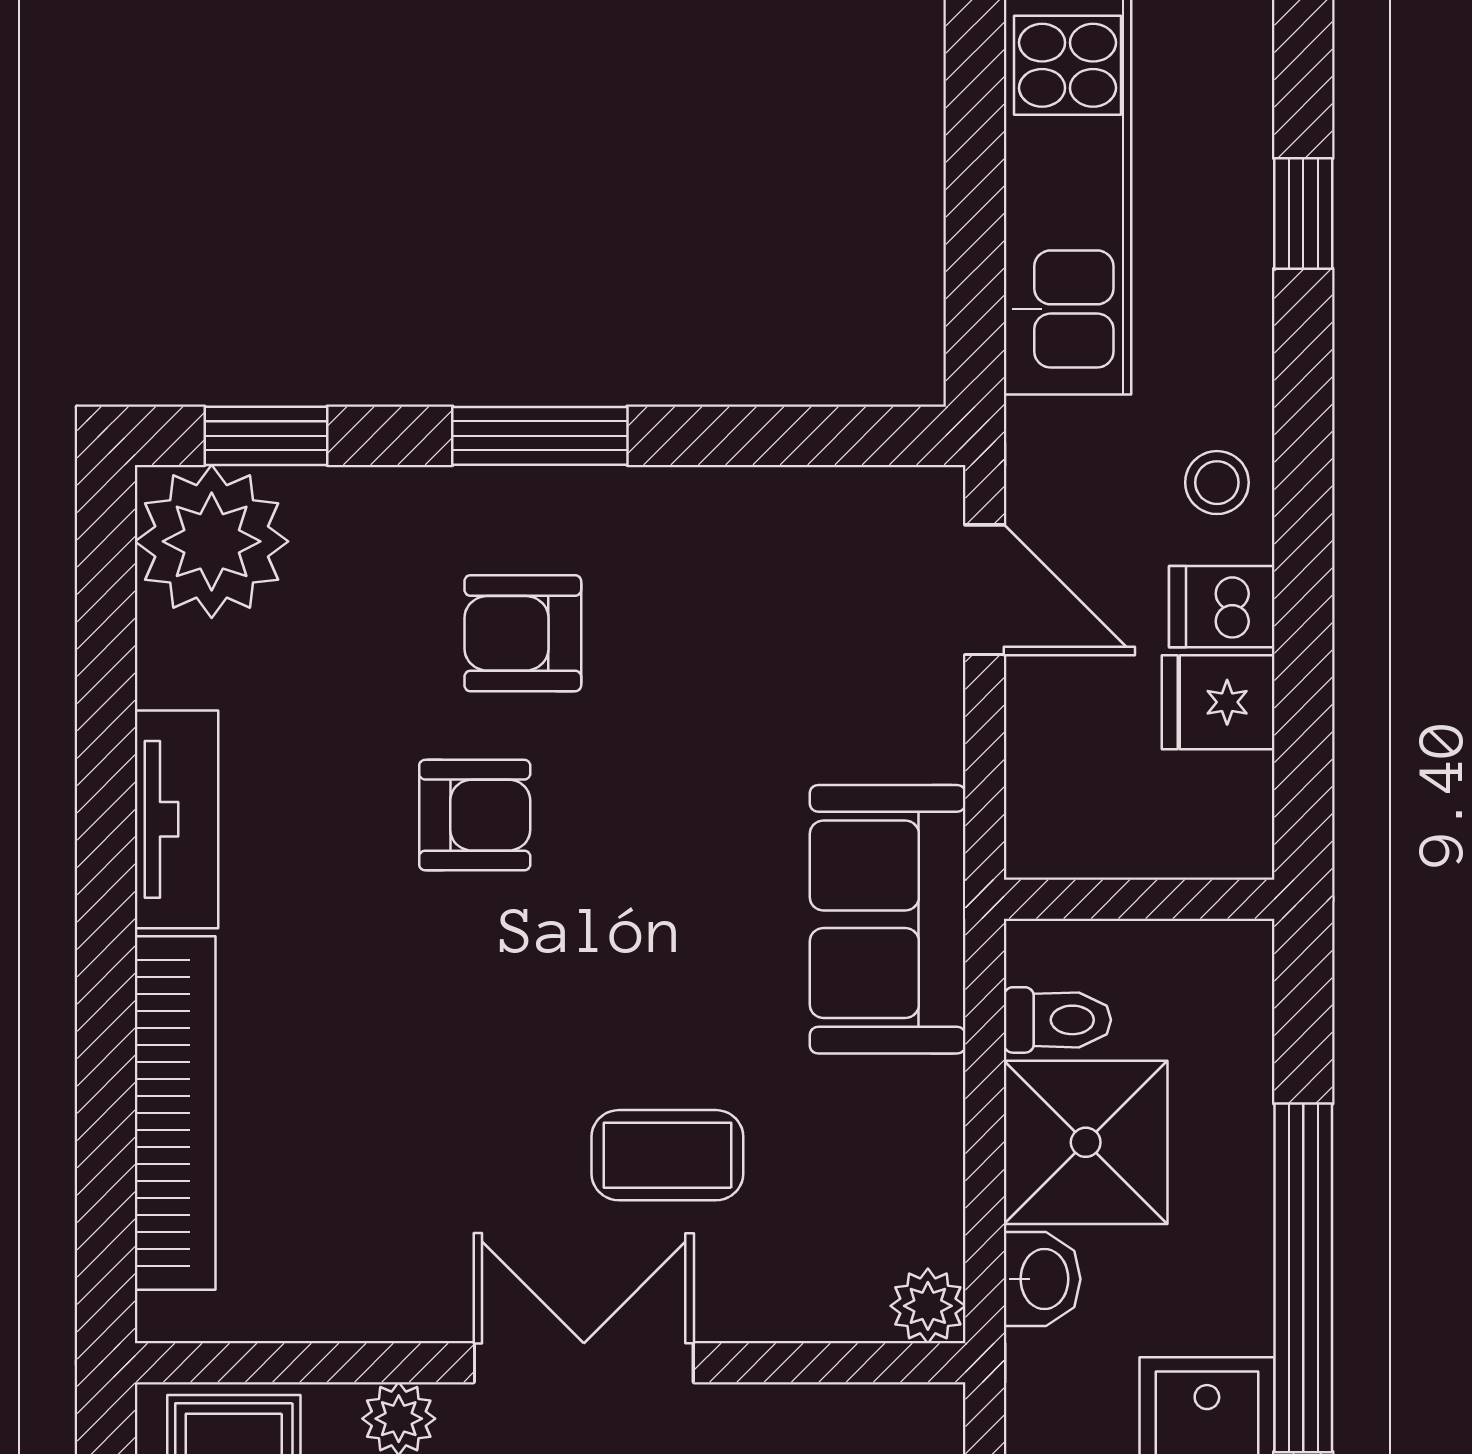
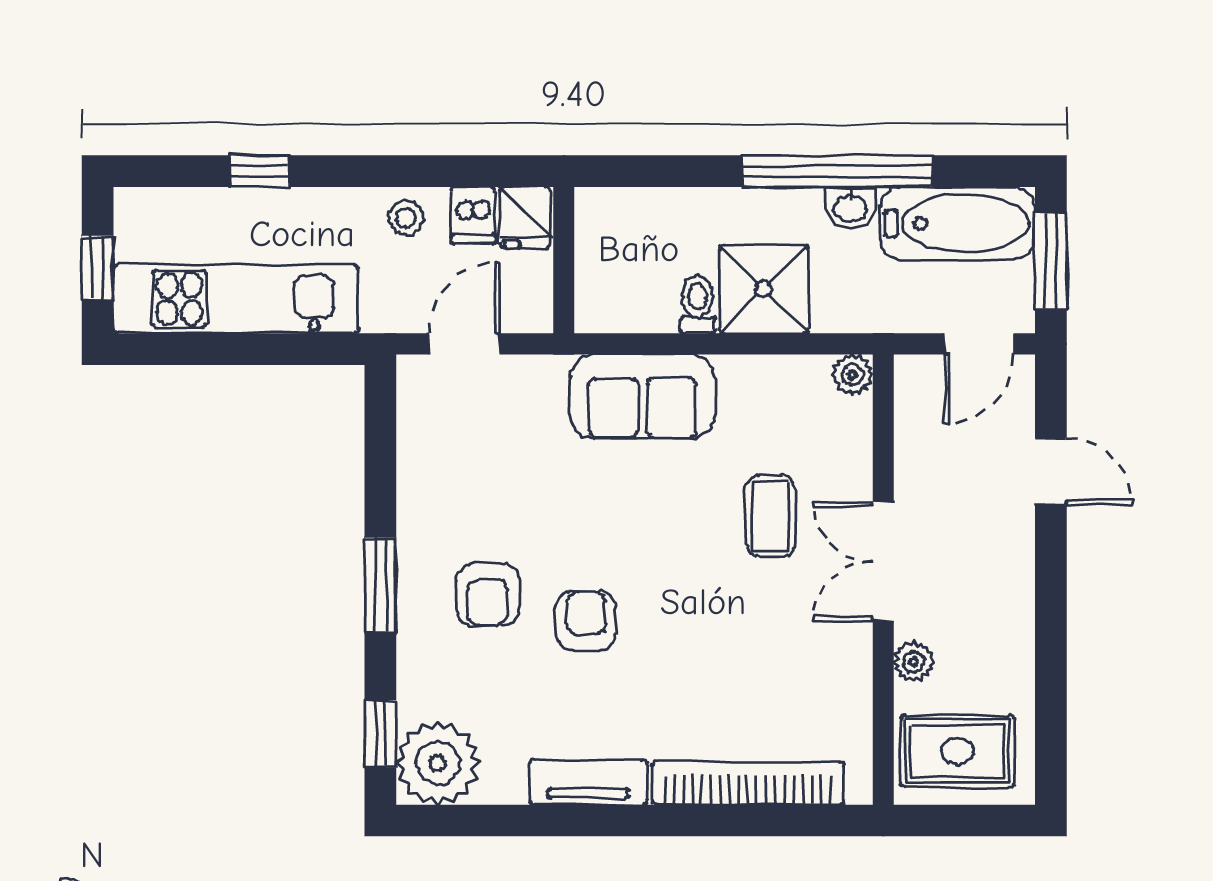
wall: (1139, 899) -> (564, 260), moved
washbasin: (1042, 1279) -> (850, 208), moved, turned 180

